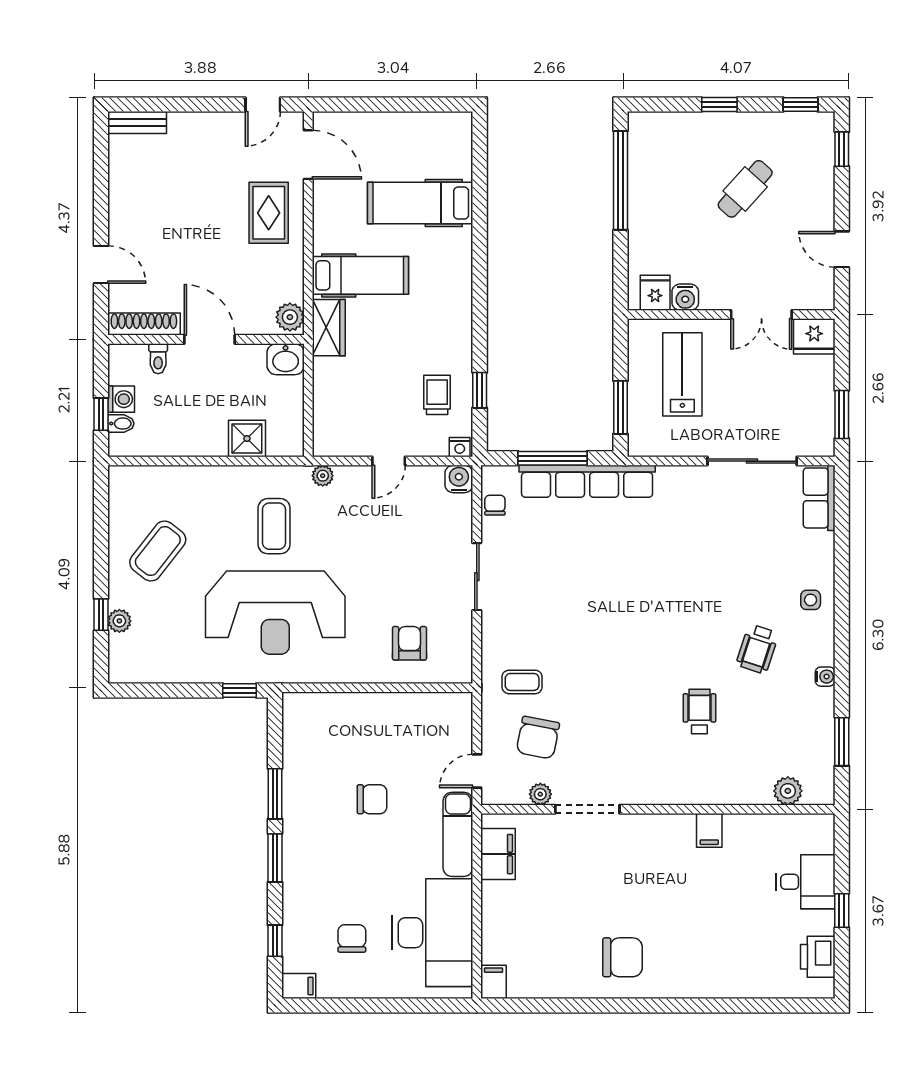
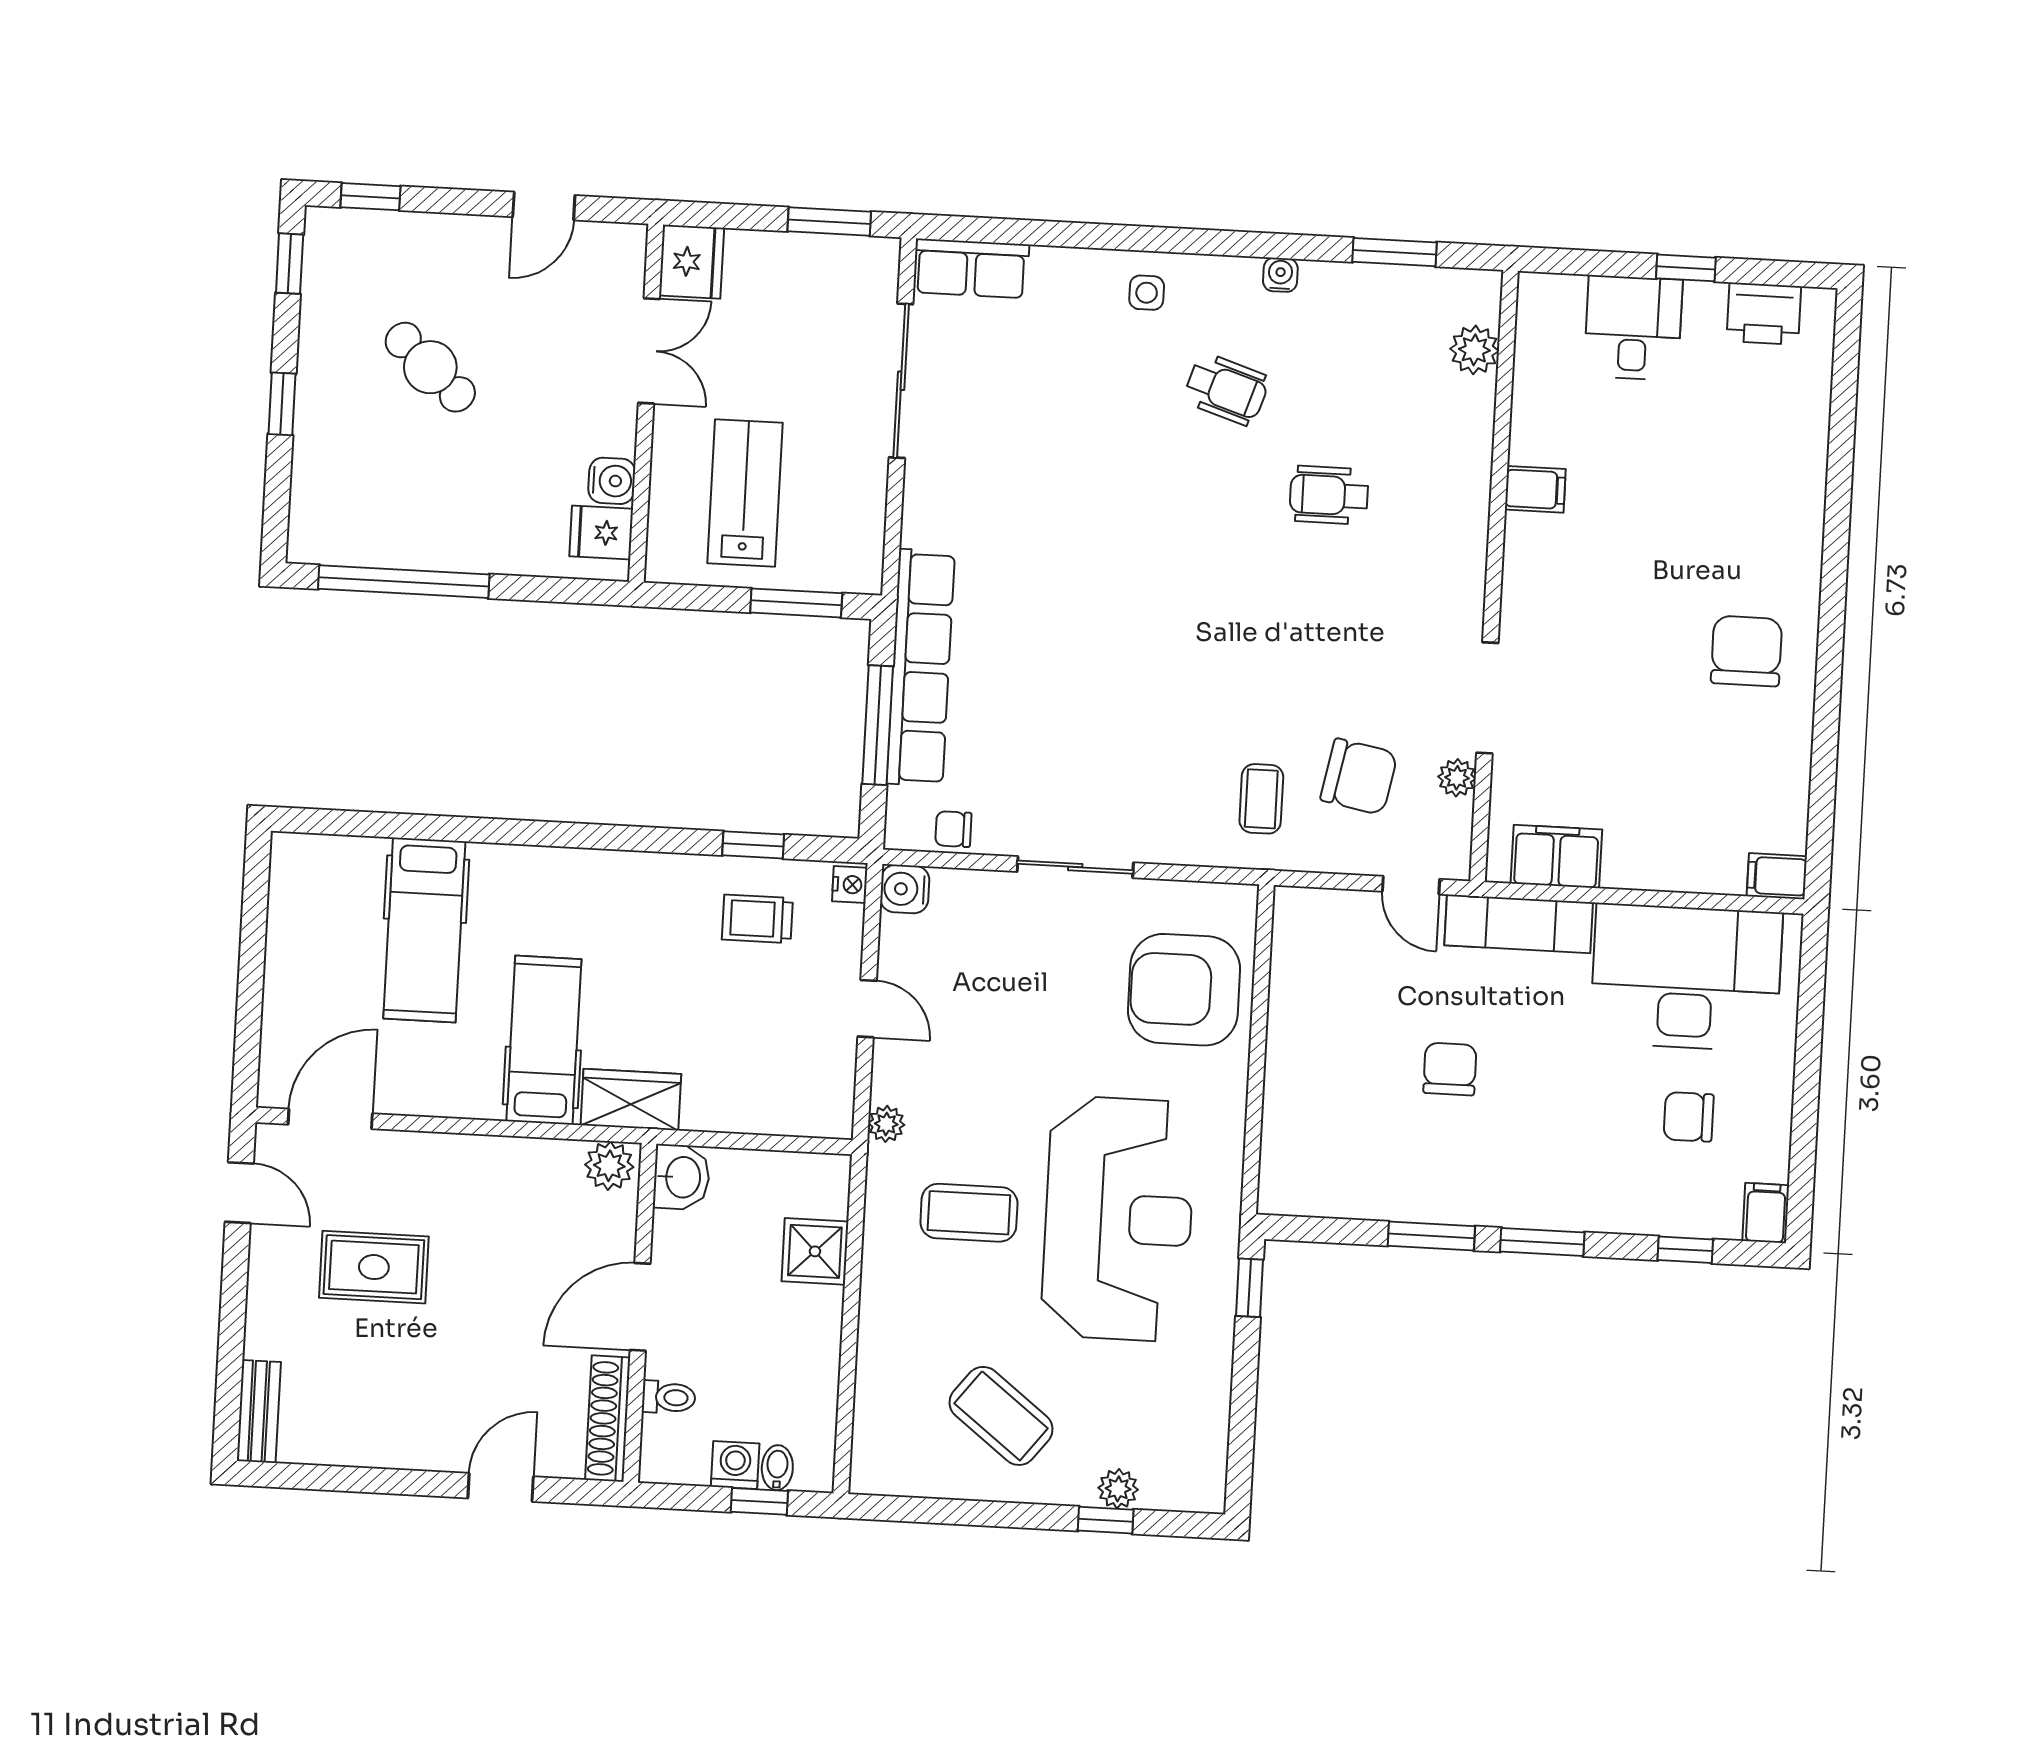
rug: (269, 213) -> (374, 1267), moved
lab bench: (682, 374) -> (745, 493), turned 90
armchair: (409, 643) -> (1184, 990), width x1.88, depth x1.88

